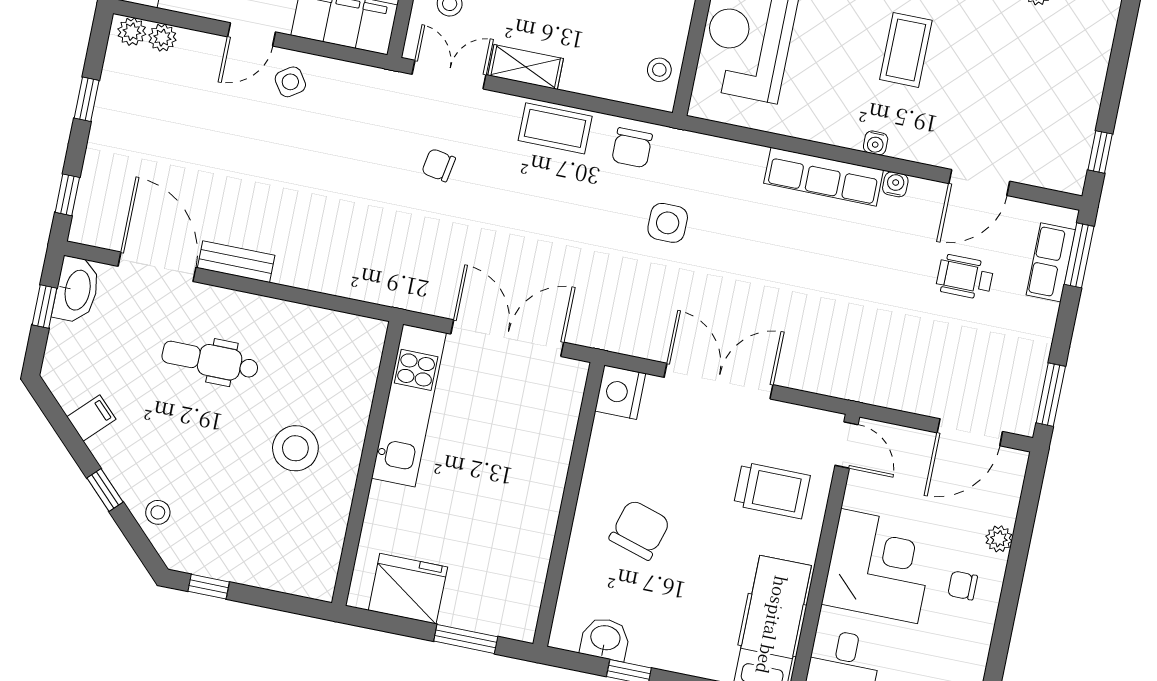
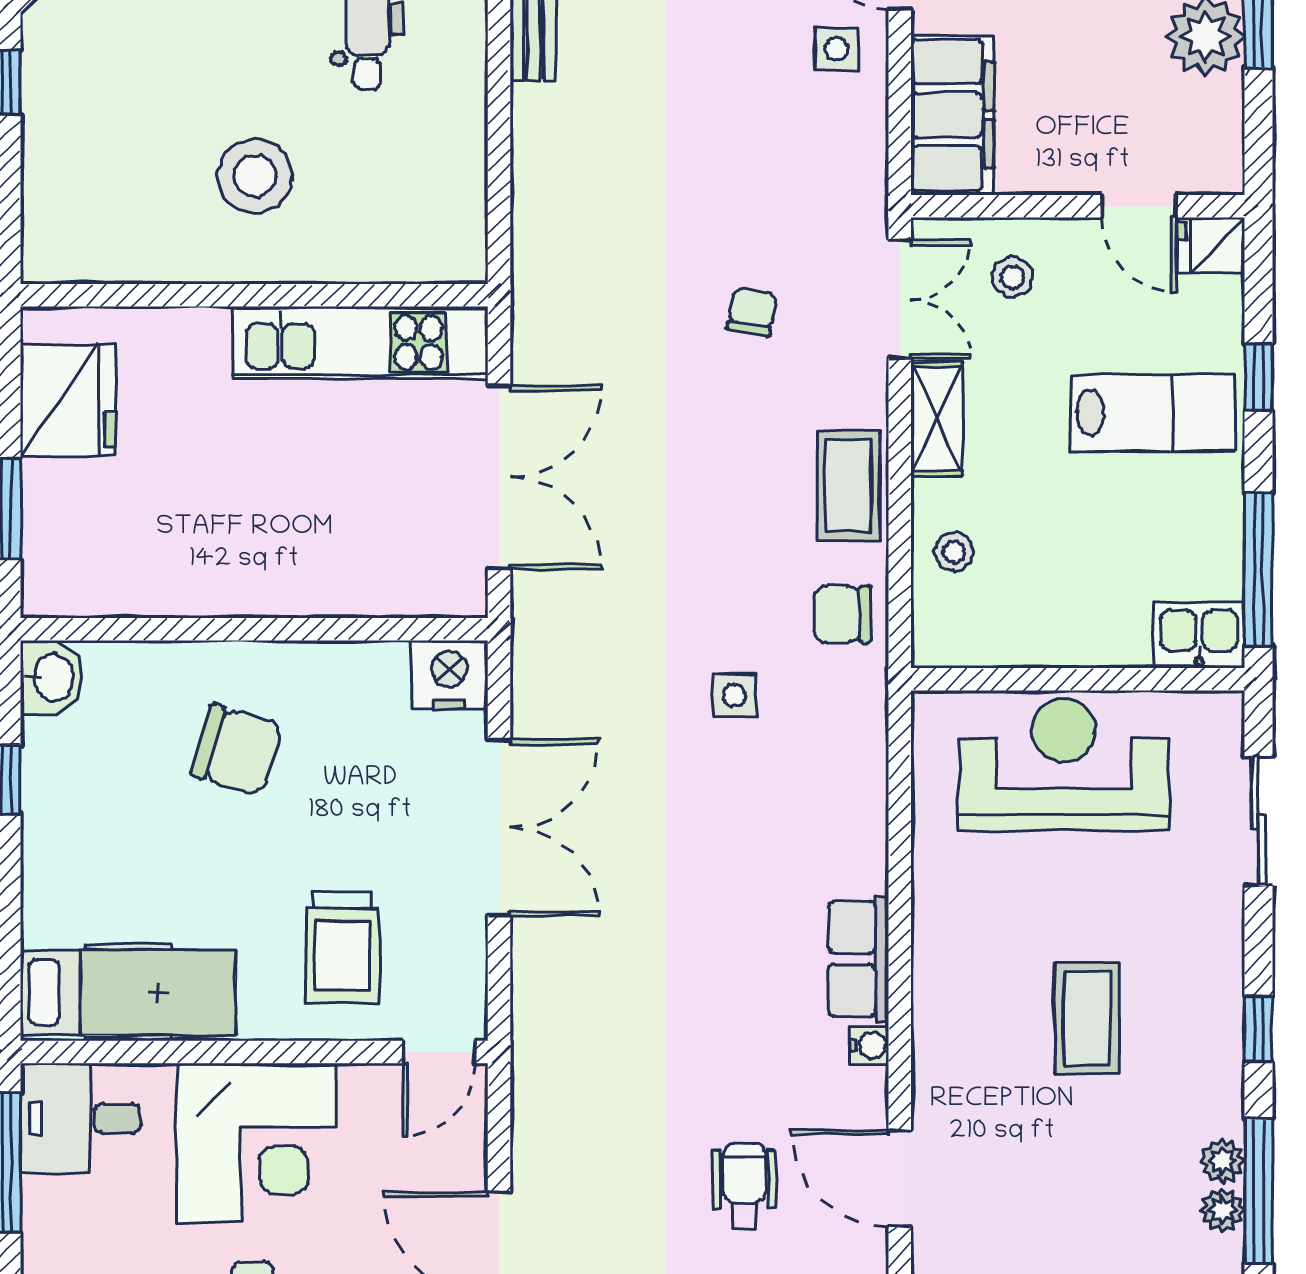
coffee table: (906, 50) -> (1087, 1019), turned 90
stool: (659, 70) -> (954, 552), moved
side table: (290, 82) -> (837, 49), turned 34
water cooler: (876, 143) -> (929, 1000), removed
row of seats: (824, 177) -> (858, 959), width x0.68
side table: (668, 223) -> (734, 695), width x0.73, depth x0.73
washbasin: (605, 639) -> (52, 677), moved

